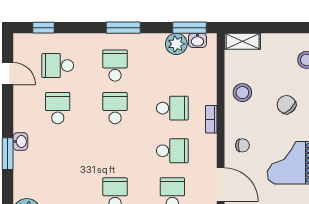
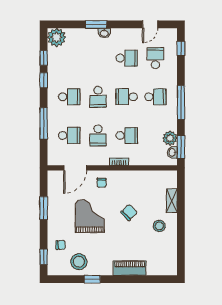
window: (123, 28) -> (181, 102), width x1.44
shelving: (243, 41) -> (172, 201), moved
stool: (242, 93) -> (137, 183), removed
school desk: (115, 108) -> (127, 97), turned 180
school desk: (172, 108) -> (127, 135), turned -90
school desk: (115, 151) -> (98, 97), added

